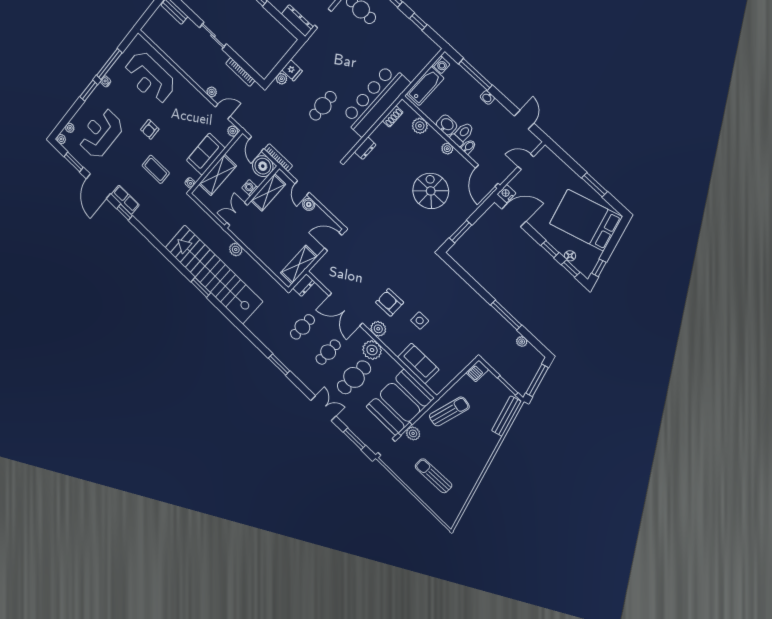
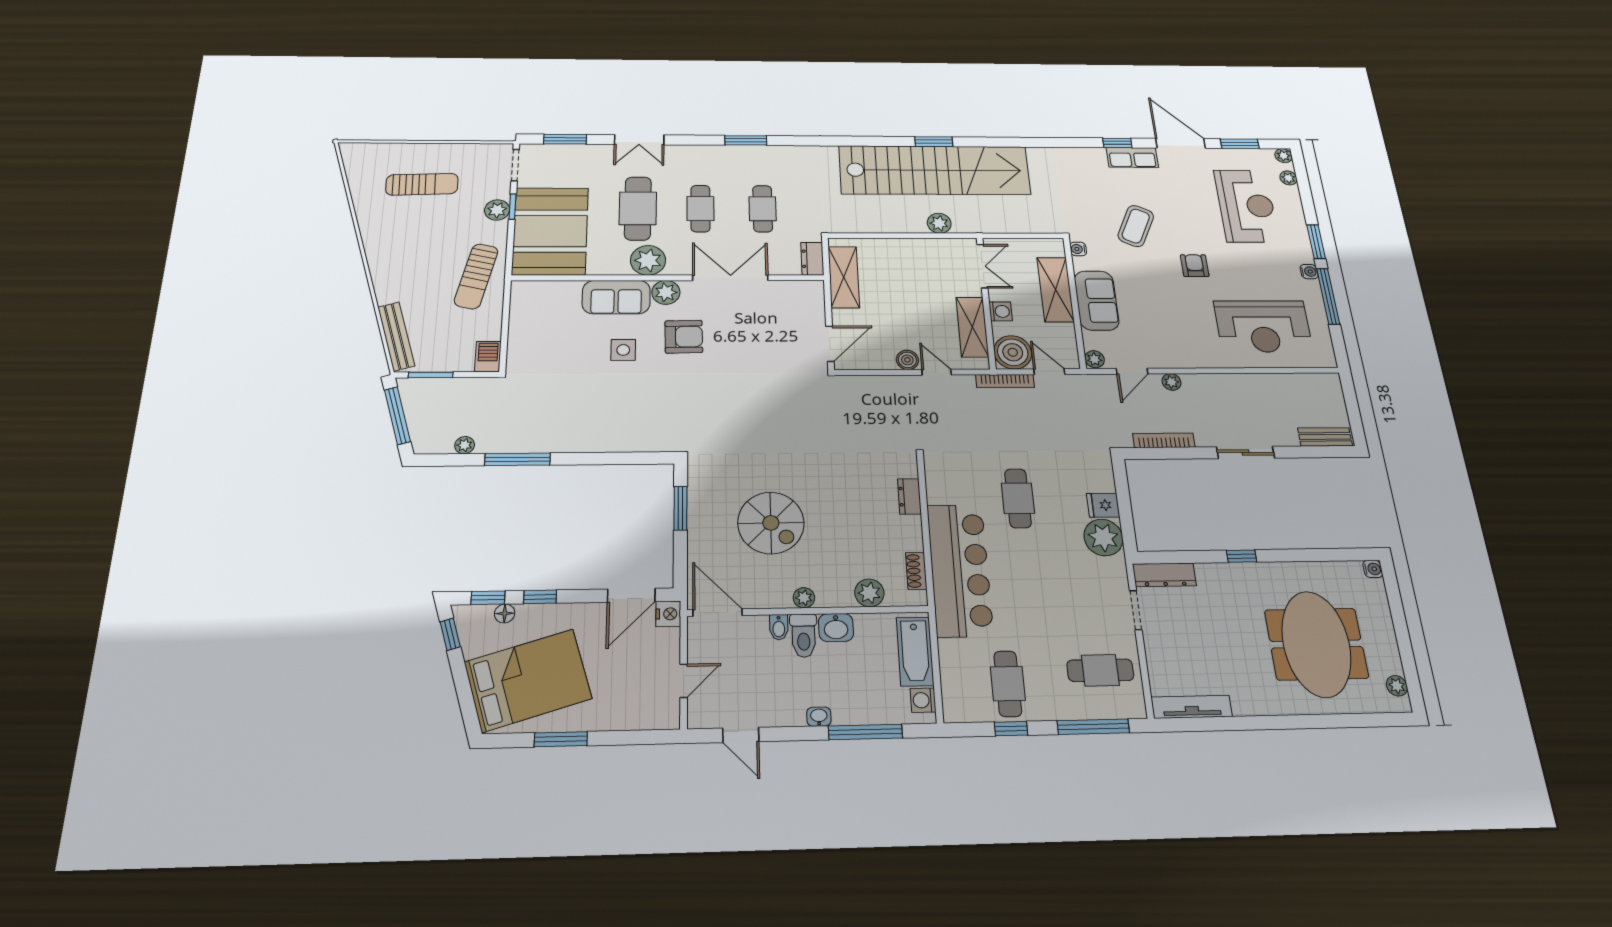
cafe table: (402, 39) -> (1008, 684), added
reception desk: (150, 78) -> (1263, 326), turned 180
plant: (281, 79) -> (1103, 537), moved, width x1.87, depth x1.87
coffee table: (156, 169) -> (1136, 226), turned -65
sofa: (418, 363) -> (616, 297), moved

